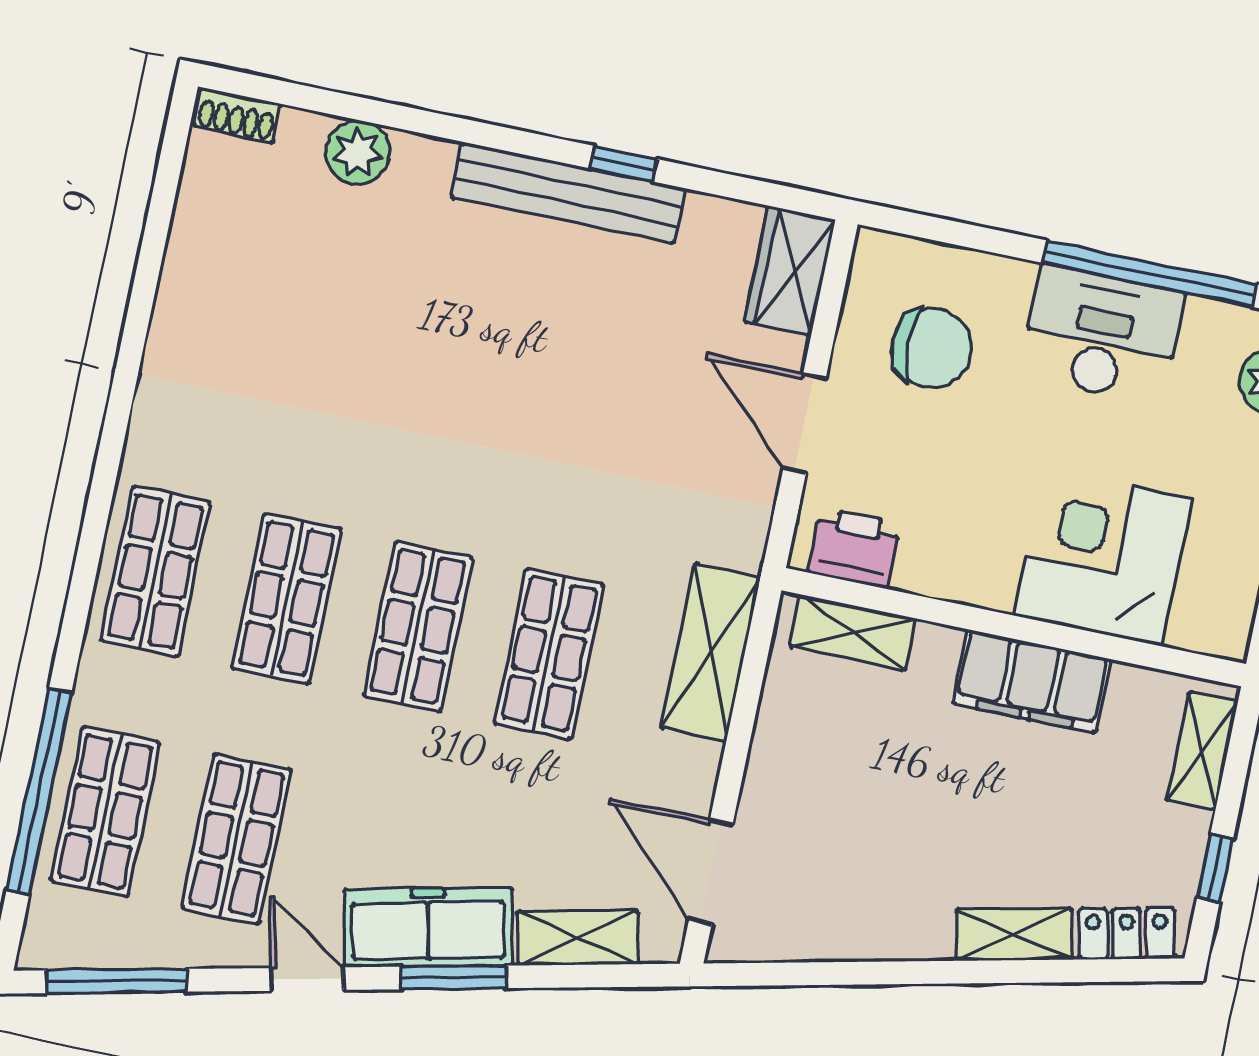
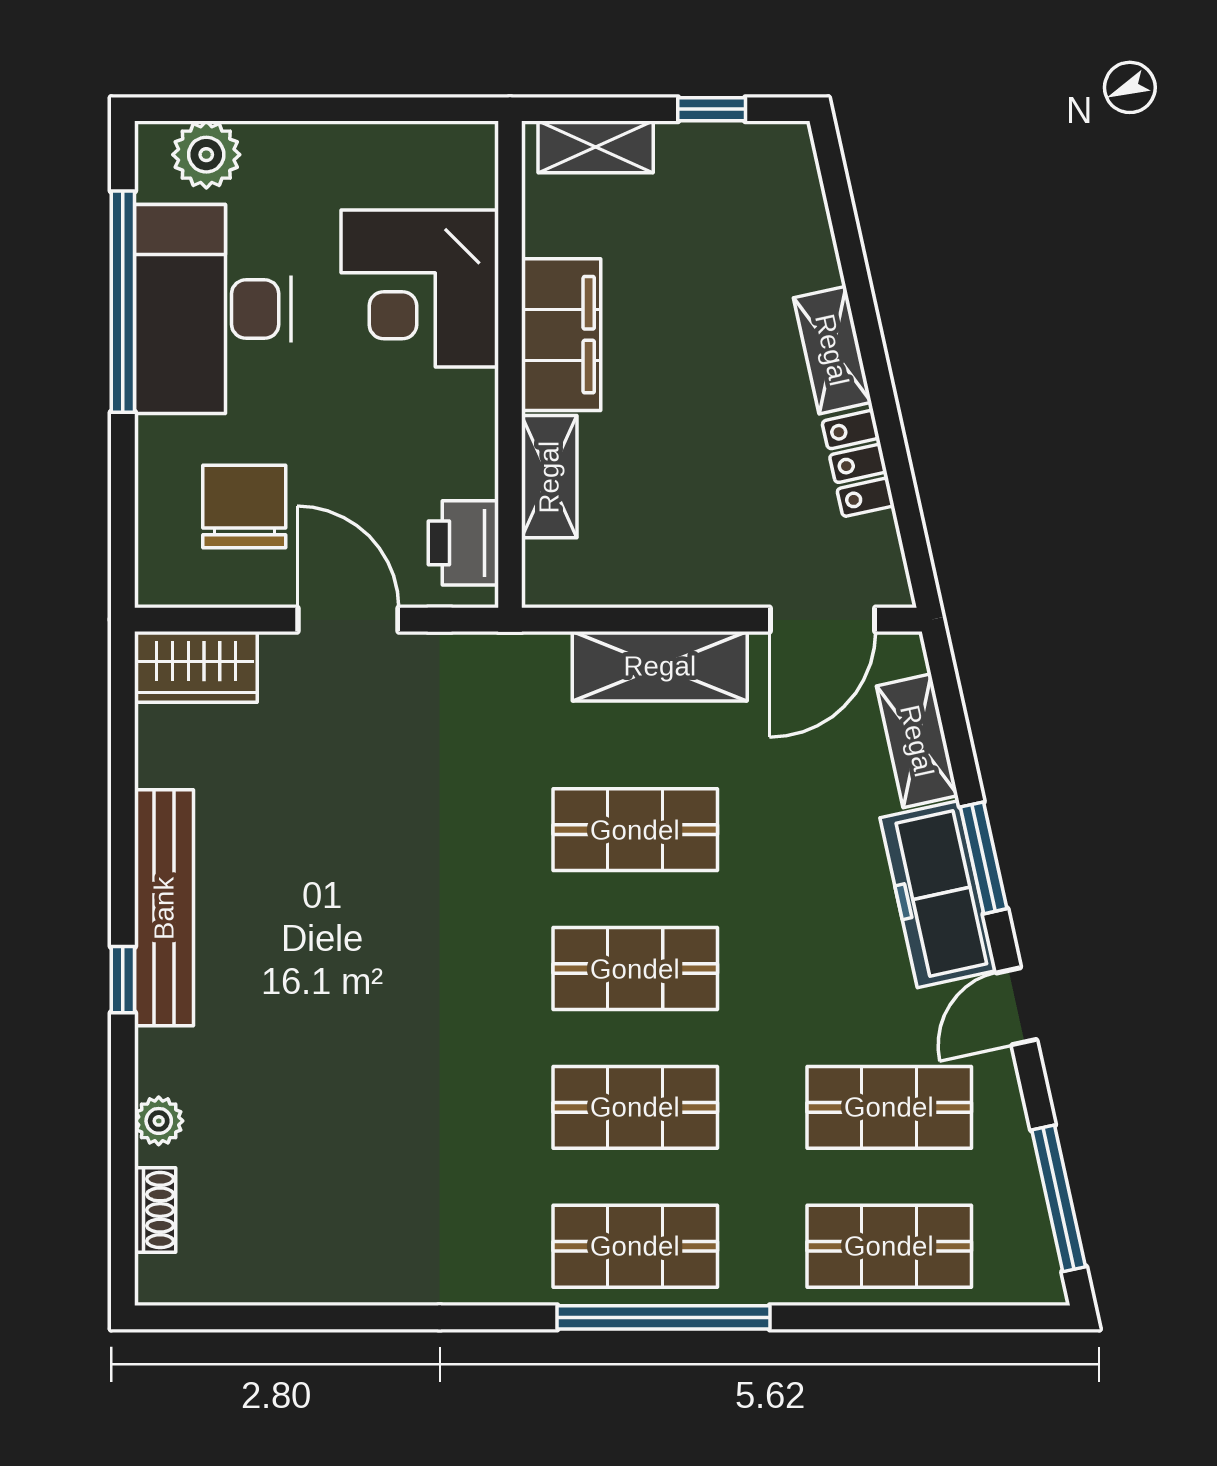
shoe rack: (237, 115) -> (155, 1210), moved
plant: (358, 152) -> (159, 1121), width x0.73, depth x0.73
window: (624, 164) -> (123, 980), moved
desk: (1102, 335) -> (213, 309), width x1.36, depth x1.30
door: (804, 424) -> (348, 620), swing flipped
shelving: (853, 632) -> (549, 477), moved
shelving: (711, 652) -> (660, 666), moved
window: (39, 791) -> (663, 1317), moved
shelving: (1014, 934) -> (832, 350), moved
locker: (1127, 934) -> (858, 463), moved

